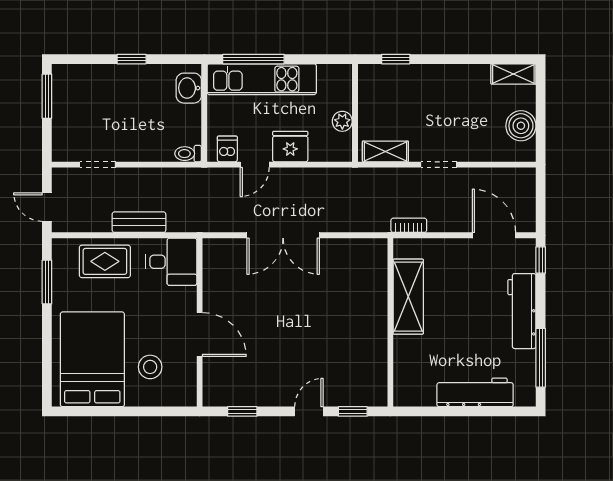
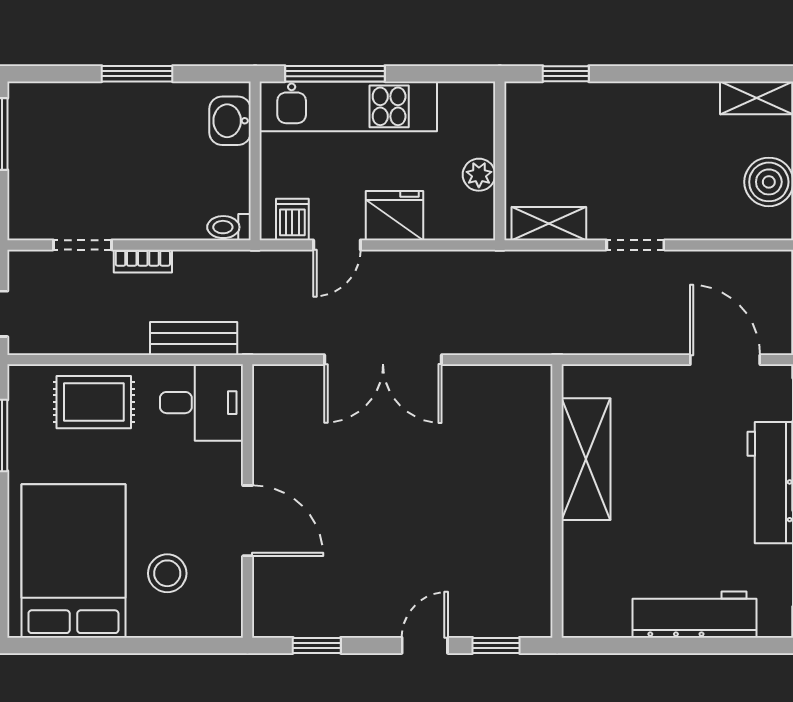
window: (132, 59) -> (137, 74), width x1.50
bench: (139, 222) -> (194, 338), moved
bookcase: (409, 225) -> (143, 261), moved, turned 180

